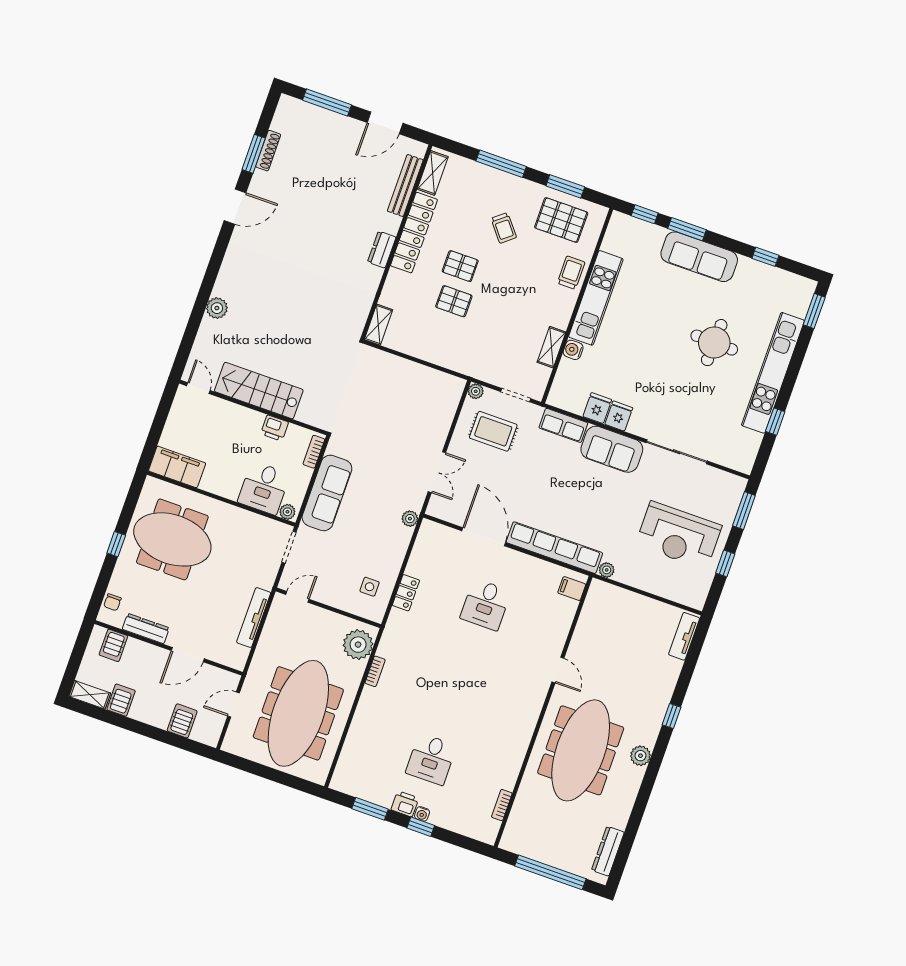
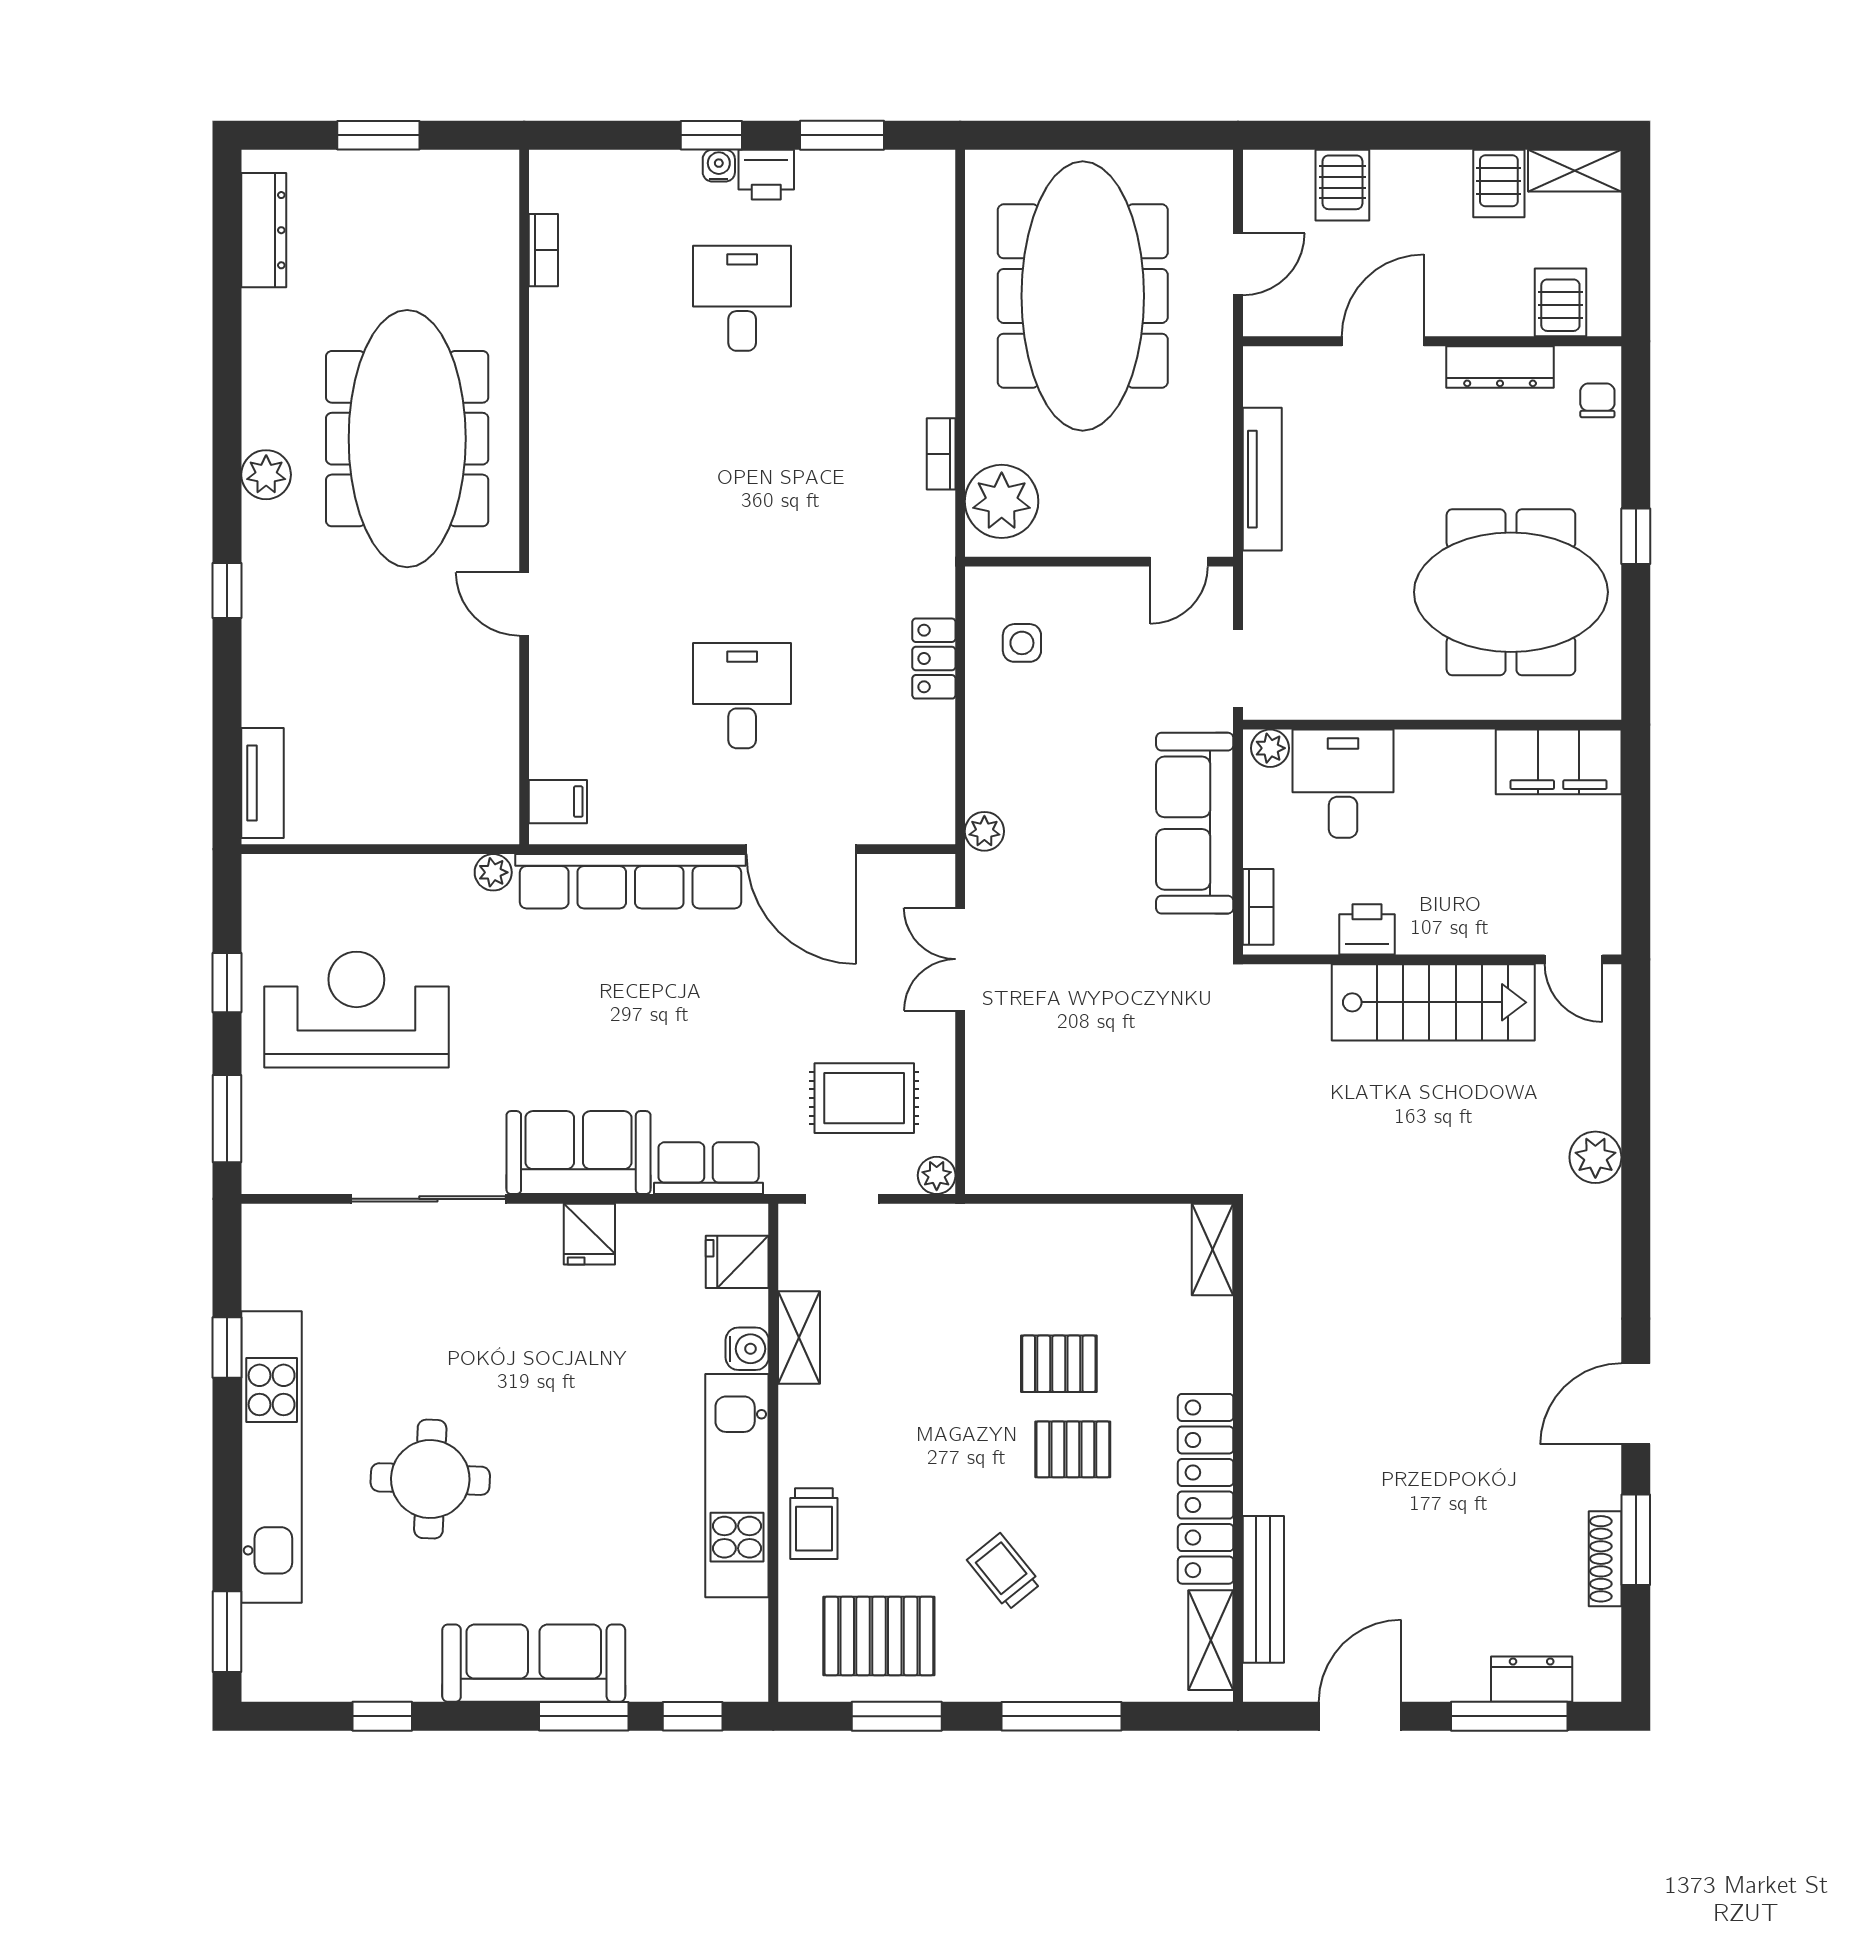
dresser: (382, 250) -> (1532, 1679), moved, turned -90
fridge: (597, 408) -> (737, 1262), moved, turned 90
window: (550, 872) -> (378, 135), width x0.47

